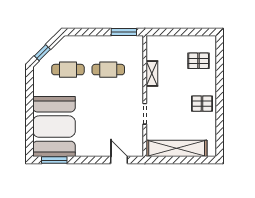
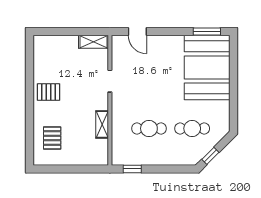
window: (124, 32) -> (132, 169), width x0.67
window: (42, 53) -> (210, 156), moved
pallet: (199, 61) -> (52, 138), turned 90
shelving: (177, 148) -> (94, 42), width x0.45, depth x0.75

